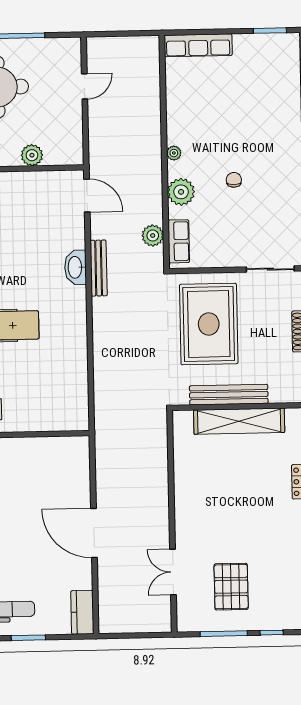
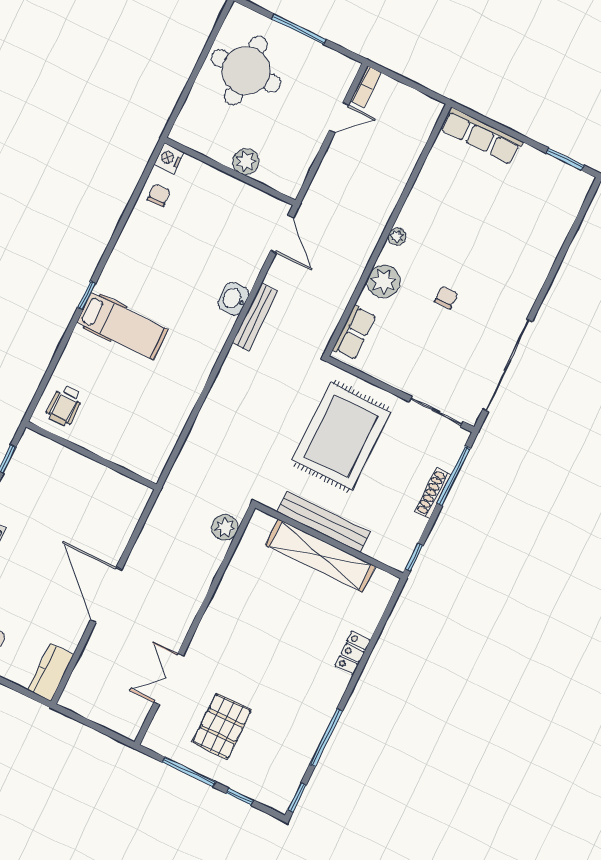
bookcase: (93, 53) -> (366, 87), added
plant: (153, 236) -> (225, 527), moved
washbasin: (75, 267) -> (233, 299), width x0.72

